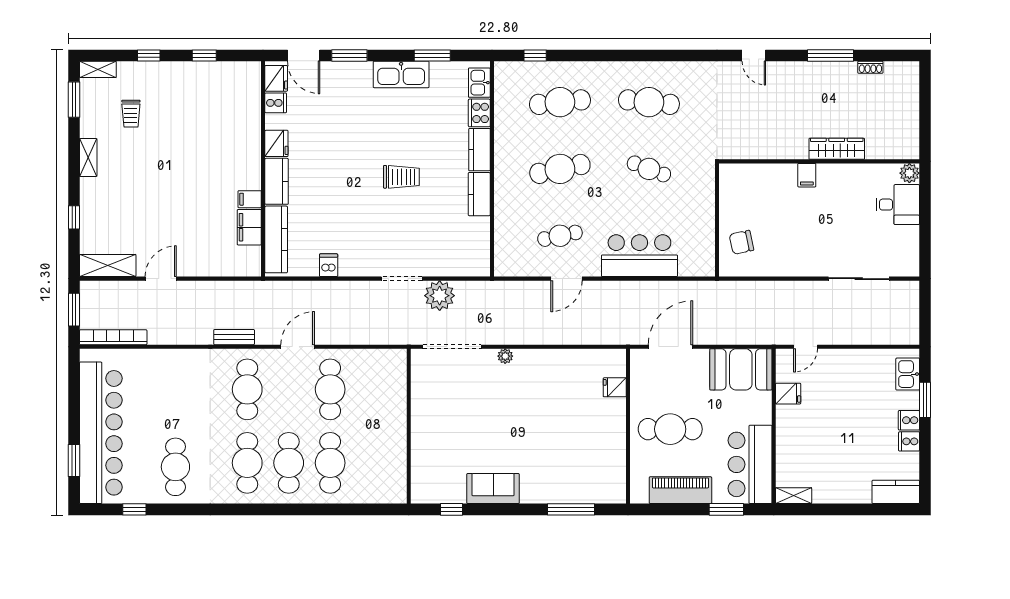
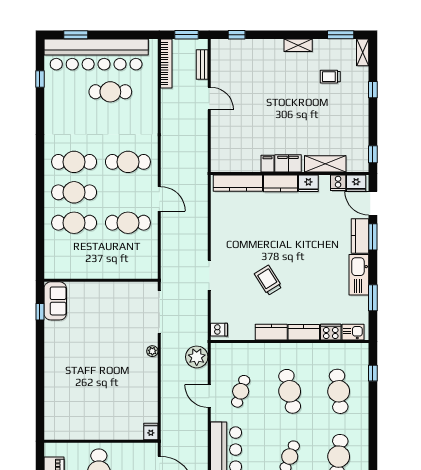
window: (204, 55) -> (373, 154), moved
door: (304, 55) -> (373, 203), hinge flipped
kitchen counter: (348, 73) -> (360, 236), added
trolley: (401, 177) -> (268, 280), moved, turned 148
window: (74, 217) -> (237, 35), moved
filing cabinet: (249, 227) -> (288, 163), moved
cafe table: (560, 236) -> (241, 391), turned 30
dishwasher: (329, 265) -> (219, 330), moved
shelving: (108, 266) -> (325, 164), moved, turned 90
plant: (440, 296) -> (197, 357), moved
bench: (234, 337) -> (202, 65), moved
fridge: (615, 387) -> (151, 431), moved
cafe table: (175, 467) -> (110, 92), moved
sofa: (493, 489) -> (55, 301), moved
window: (571, 509) -> (40, 399), removed

